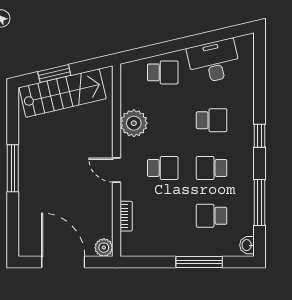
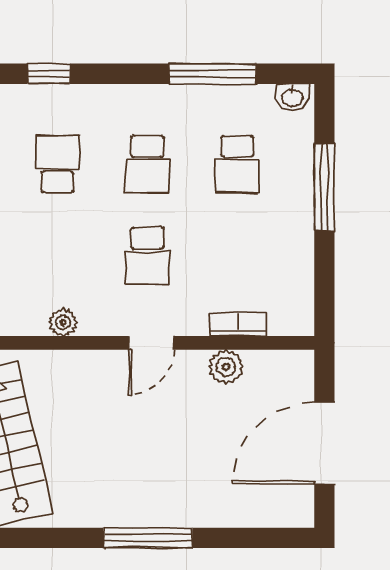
plant: (134, 123) -> (63, 322), width x0.53, depth x0.53
window: (260, 136) -> (49, 74), moved
school desk: (163, 168) -> (147, 256), turned 180
plant: (104, 248) -> (226, 367), moved

